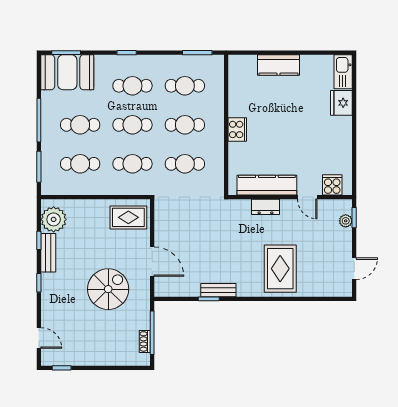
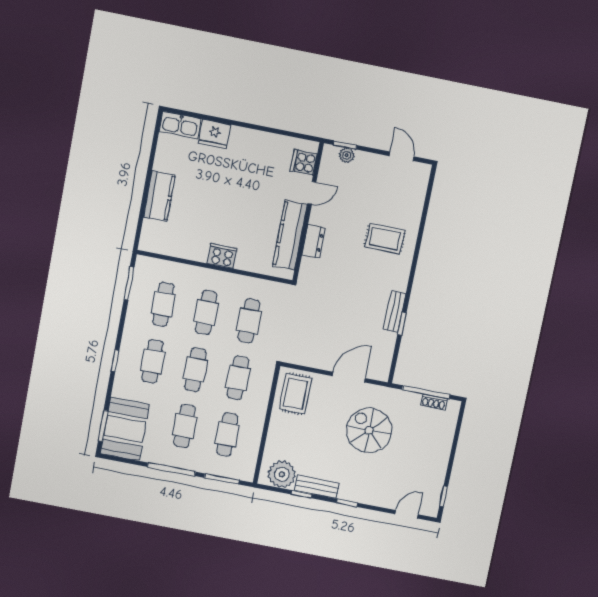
rug: (280, 269) -> (385, 239), width x0.73, depth x0.70

